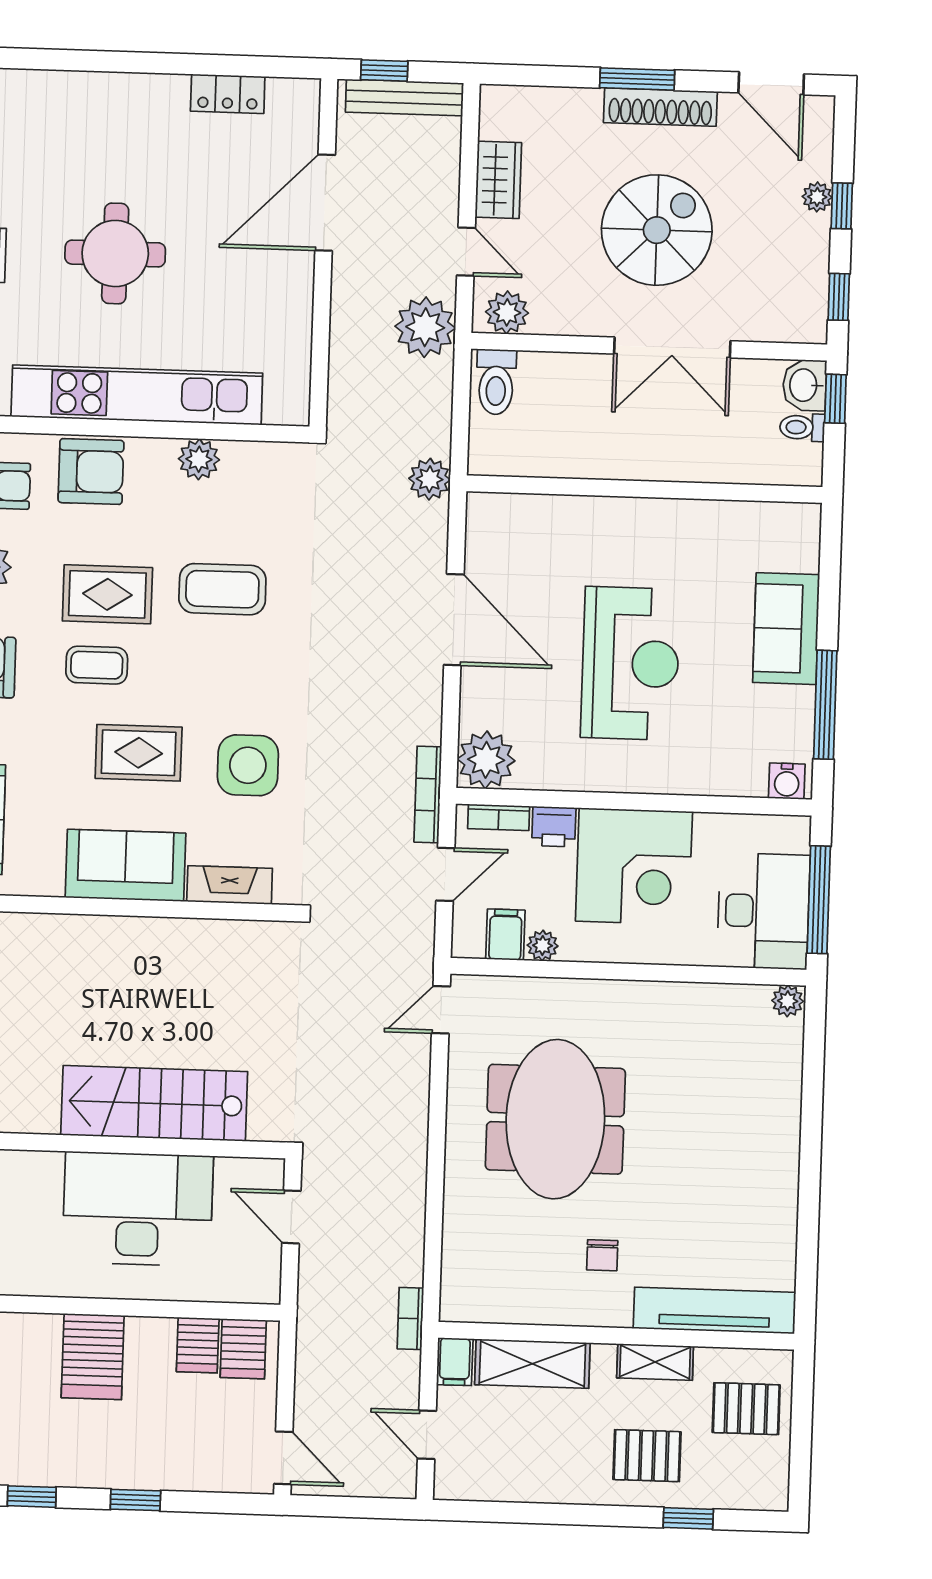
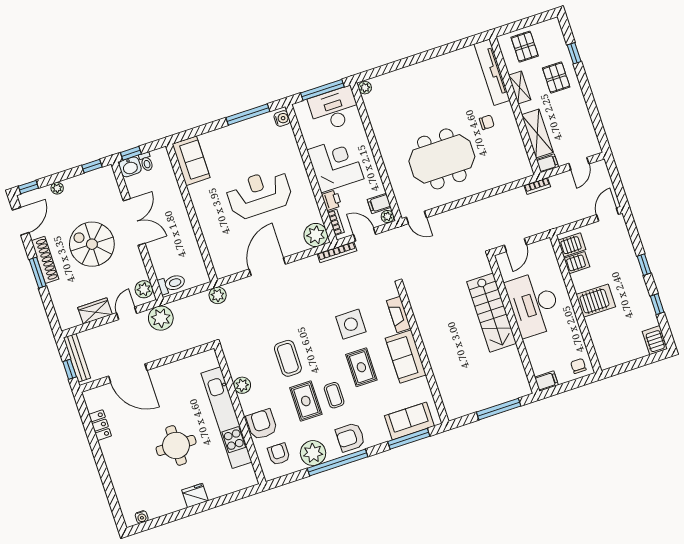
window: (842, 206) -> (28, 187), moved
sofa: (786, 629) -> (191, 161), moved, turned -90
plant: (543, 946) -> (388, 217), moved

